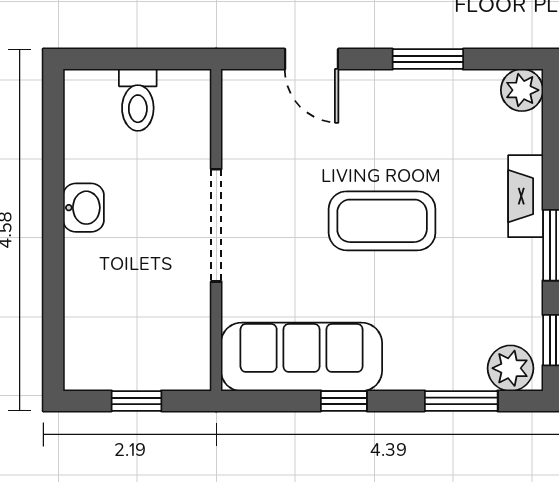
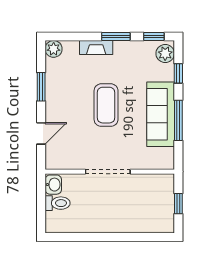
washbasin: (83, 208) -> (53, 185), moved, turned 90
sofa: (302, 357) -> (161, 114), moved
window: (344, 401) -> (178, 120), width x2.17
window: (461, 401) -> (178, 73), width x0.67

